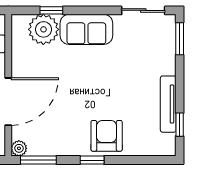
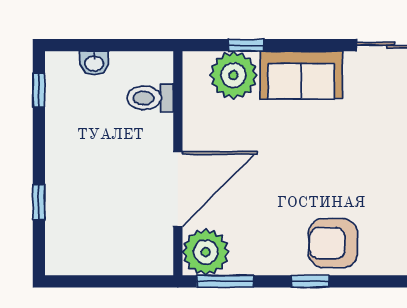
armchair: (107, 136) -> (333, 243), turned -90
plant: (19, 148) -> (206, 252), width x1.88, depth x1.88

